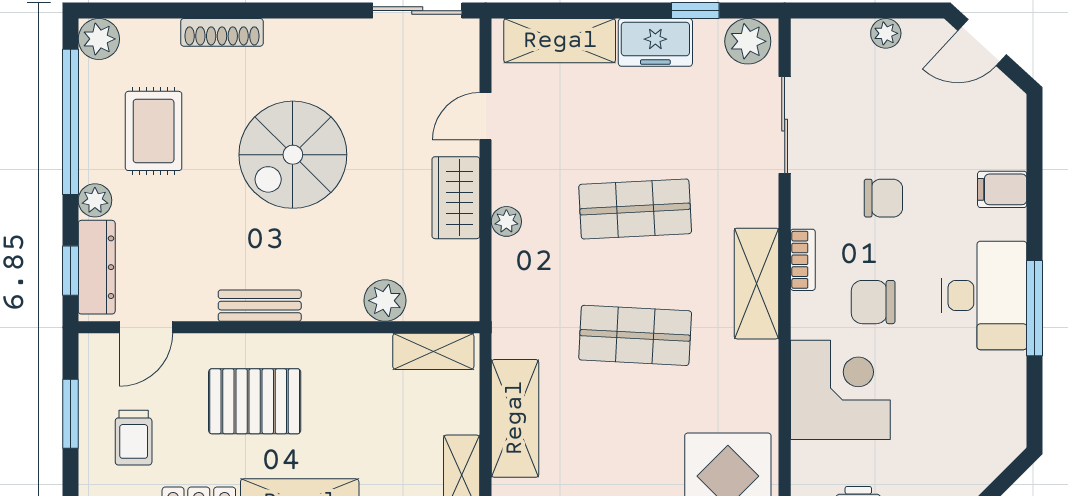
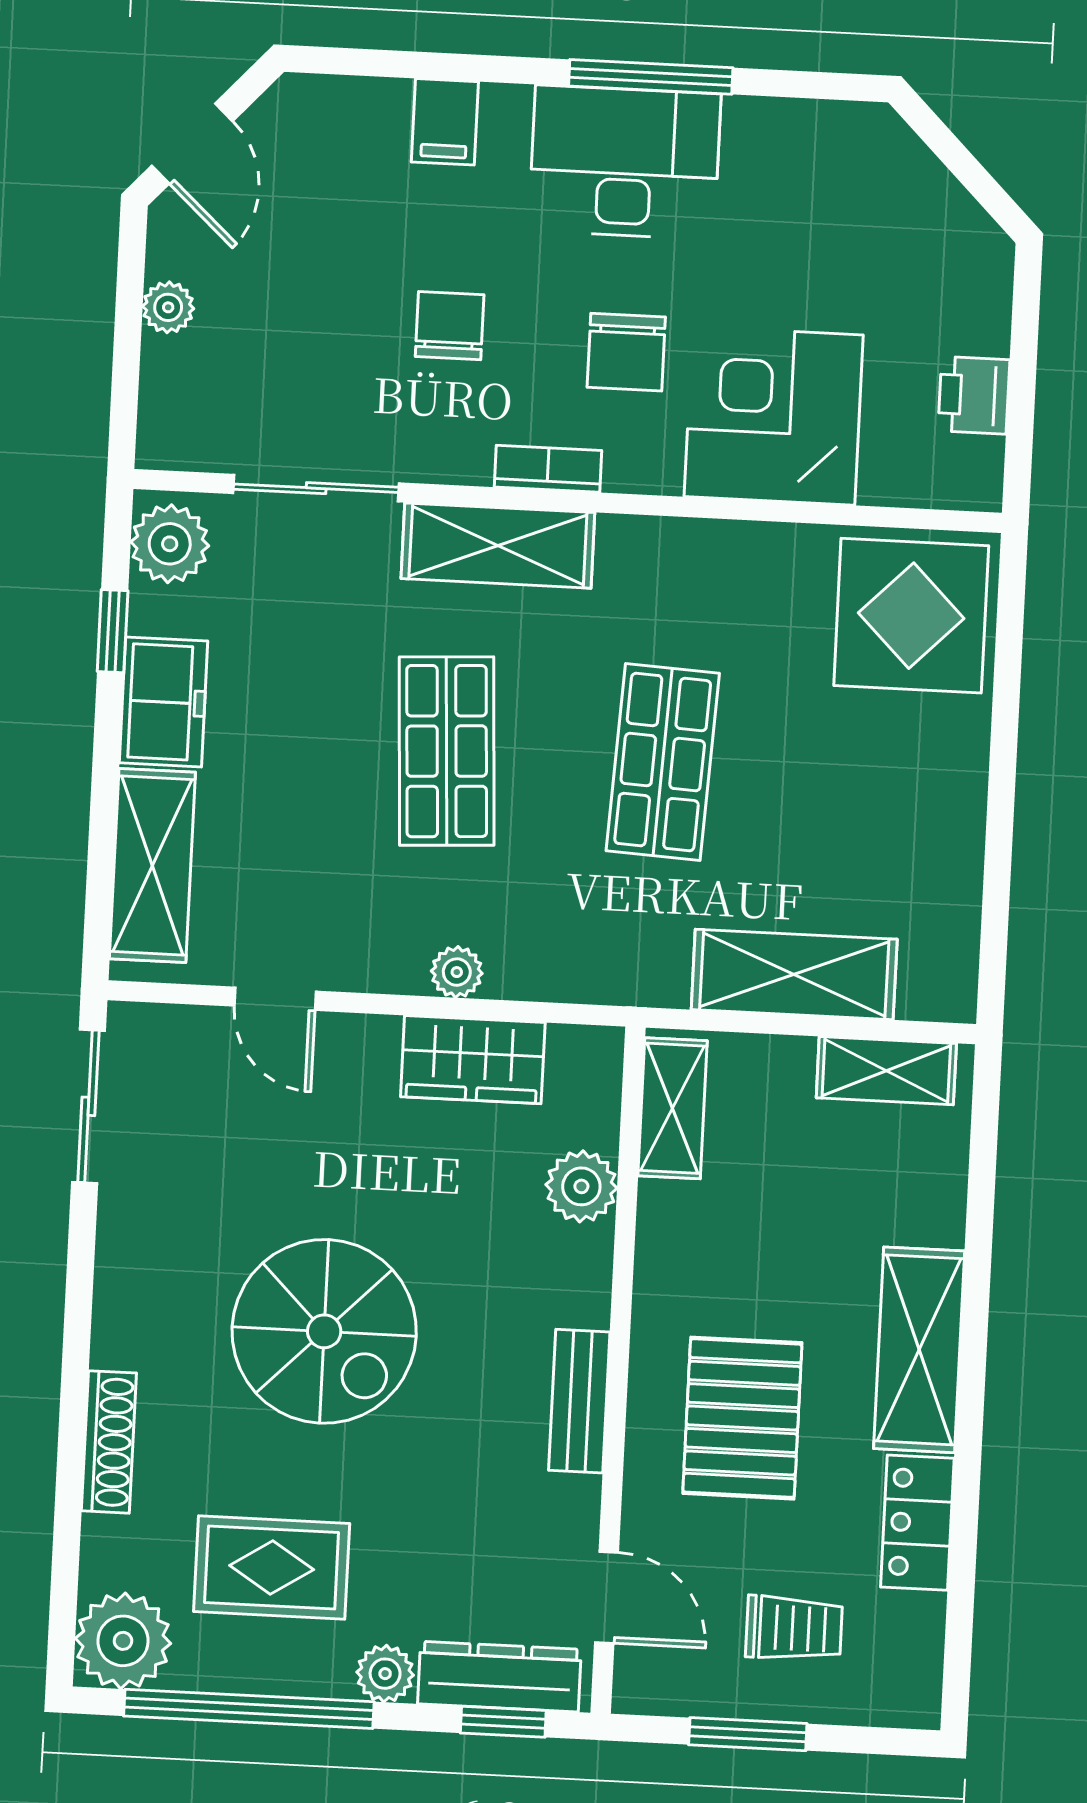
plant: (99, 39) -> (123, 1641), width x1.36, depth x1.36
wardrobe: (456, 198) -> (473, 1060), moved
shelving: (757, 284) -> (498, 546), moved

